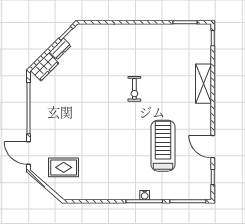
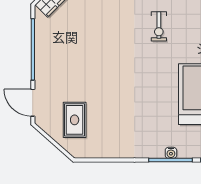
rug: (64, 167) -> (75, 120), turned 90

